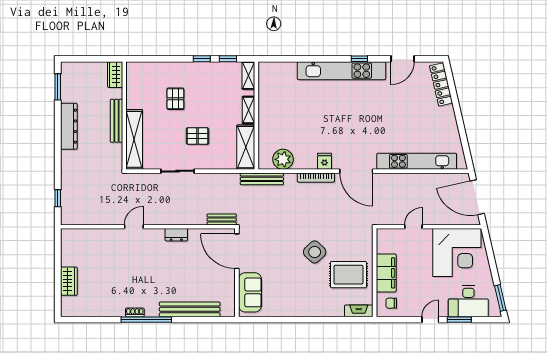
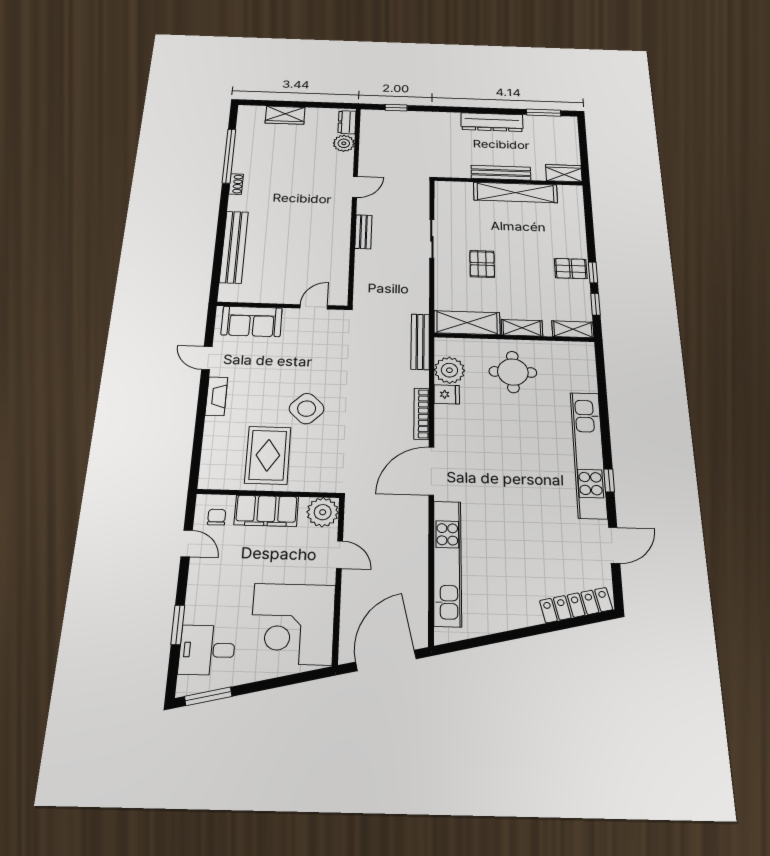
door: (403, 59) -> (614, 545), swing flipped
pallet: (175, 99) -> (571, 269), moved
round table: (283, 117) -> (513, 372), added
shelving: (134, 139) -> (515, 192), moved
fridge: (325, 161) -> (447, 394), moved
bench: (222, 220) -> (363, 232), moved
door: (134, 227) -> (355, 187), hinge flipped
dresser: (176, 235) -> (347, 122), moved
plant: (94, 236) -> (344, 143), added
plant: (386, 238) -> (323, 512), added
door: (237, 251) -> (314, 307), width x0.53
desk: (468, 301) -> (207, 650), width x0.73
fireplace: (359, 311) -> (216, 396), moved
window: (146, 320) -> (229, 156), moved
door: (279, 320) -> (207, 358), added
door: (430, 320) -> (187, 543), moved

